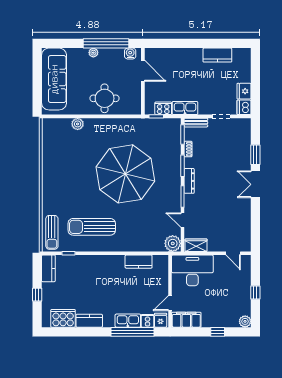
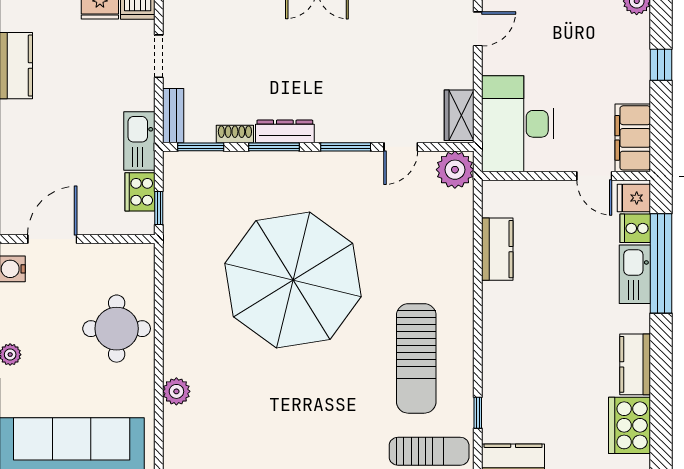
dresser: (189, 181) -> (285, 131), moved

